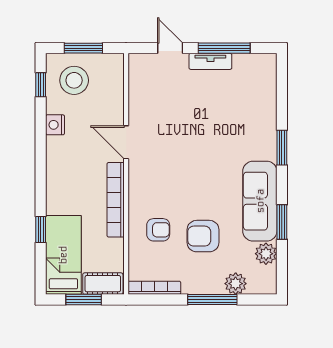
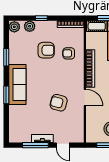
armchair: (178, 132) -> (59, 103), added
sofa: (260, 201) -> (17, 85), moved
plant: (266, 254) -> (14, 27), moved
window: (212, 299) -> (41, 18), width x0.46

